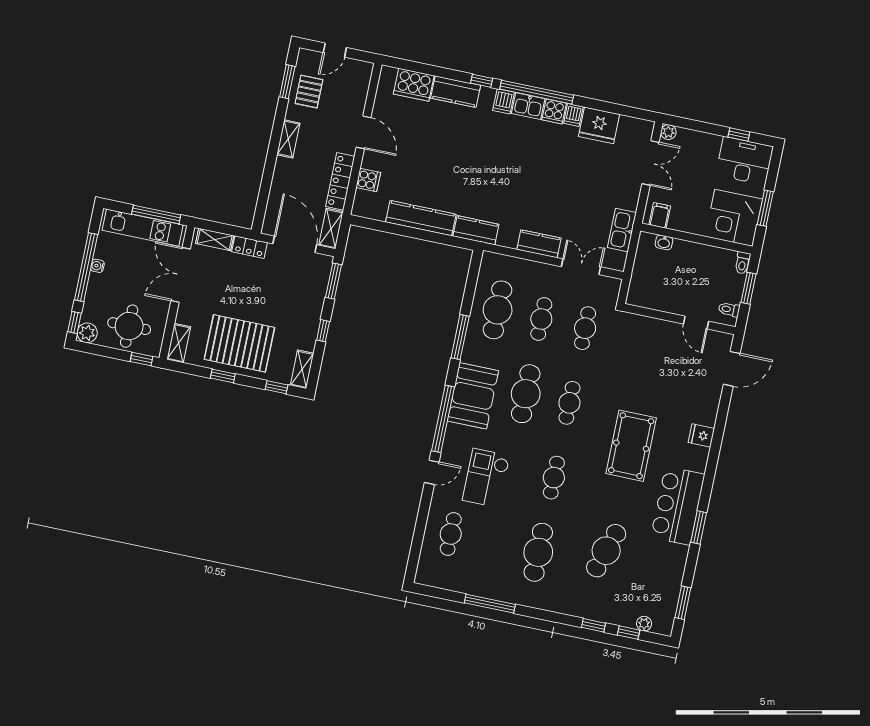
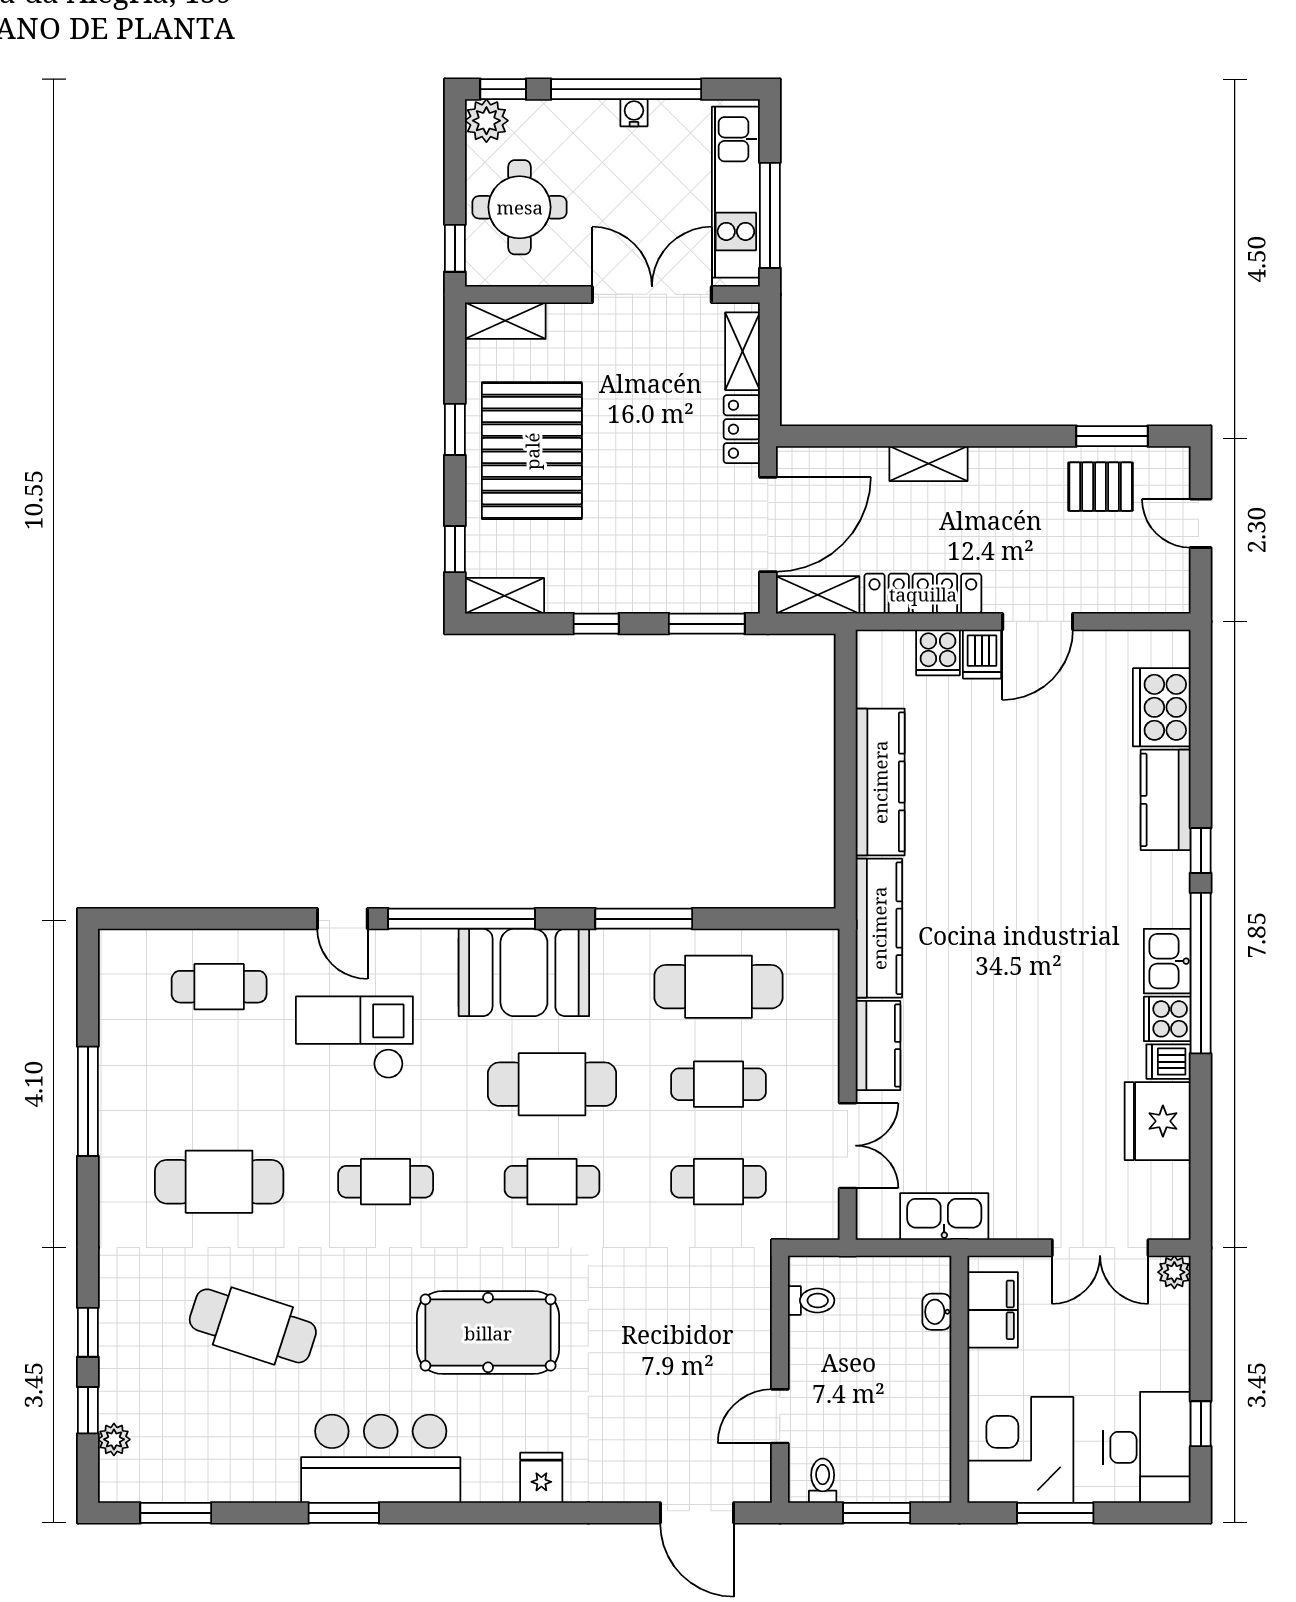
dishwasher: (504, 101) -> (982, 654), moved, turned -90
shelving: (288, 139) -> (928, 464), moved
filing cabinet: (660, 215) -> (993, 1310), width x2.00
kitchen counter: (476, 230) -> (879, 928), width x1.50
toilet: (742, 263) -> (811, 1300), moved, turned 180

